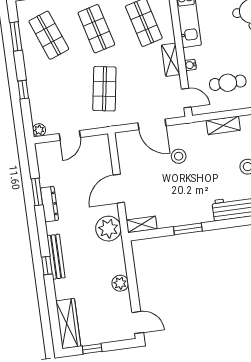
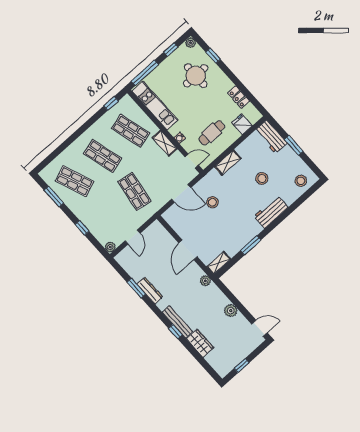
plant: (108, 229) -> (205, 281), width x0.53, depth x0.53
wardrobe: (68, 324) -> (200, 343), moved, width x0.67

